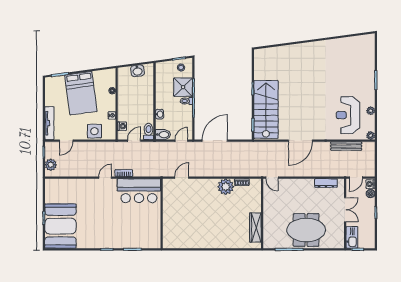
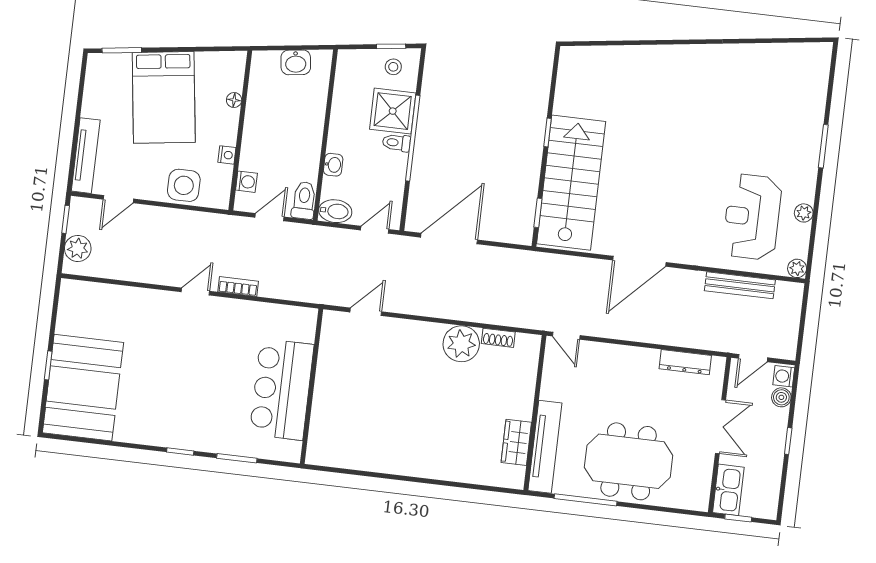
bar counter: (139, 191) -> (282, 389), moved, turned 90
wardrobe: (255, 228) -> (516, 442), width x0.67
tv unit: (268, 228) -> (545, 447), added

